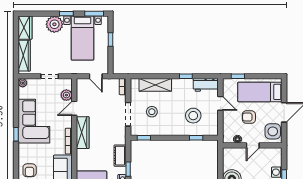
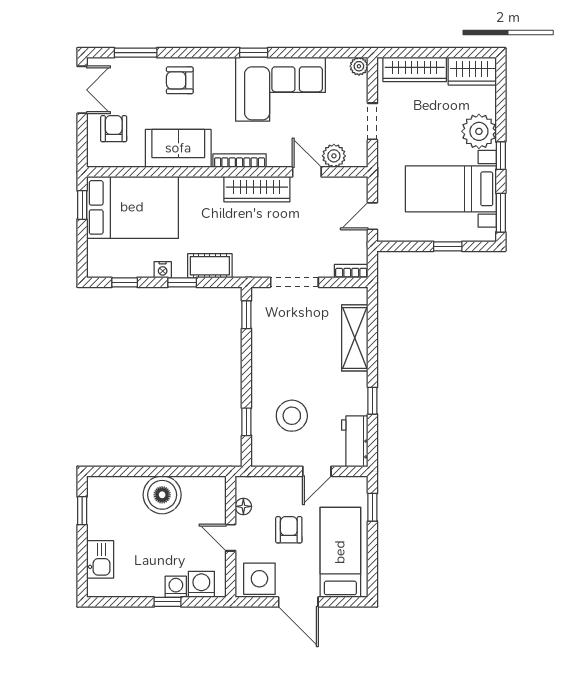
stool: (152, 112) -> (300, 331), removed
washing machine: (276, 160) -> (201, 584), added

